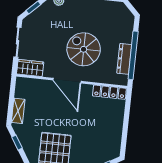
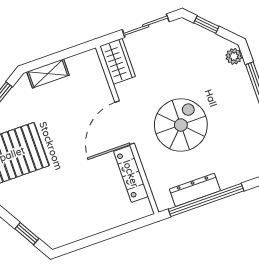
locker: (109, 92) -> (131, 174), moved

